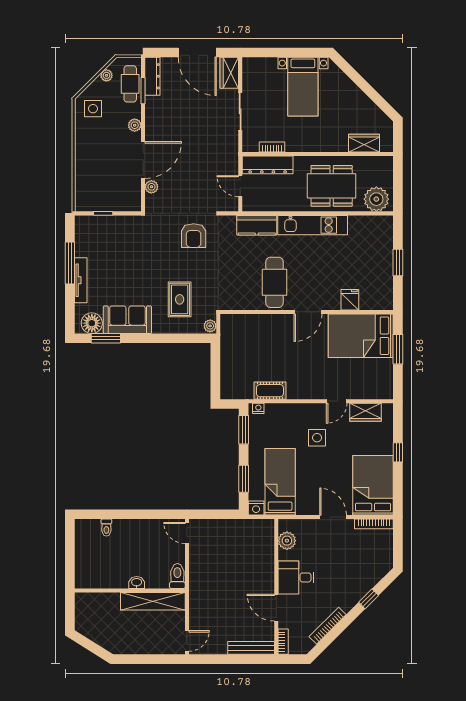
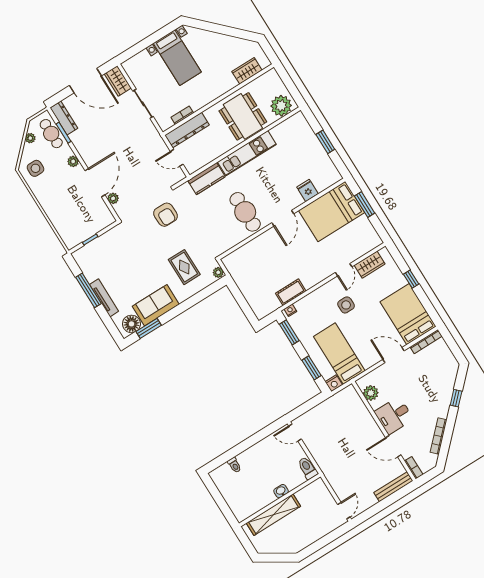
dining table: (332, 186) -> (243, 116), turned 90
shelving: (153, 601) -> (273, 515), moved

